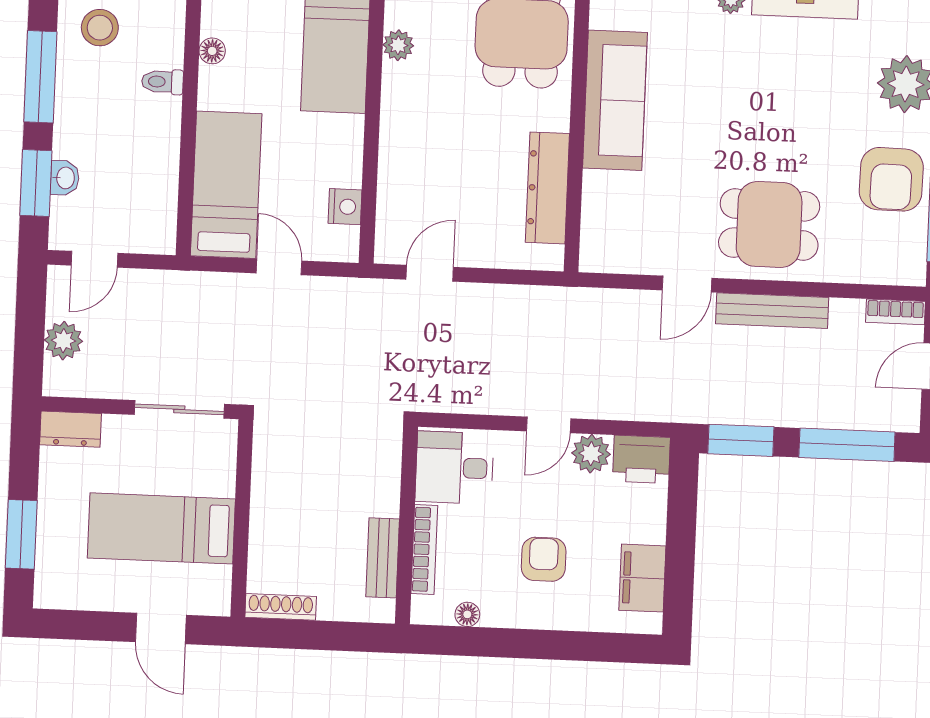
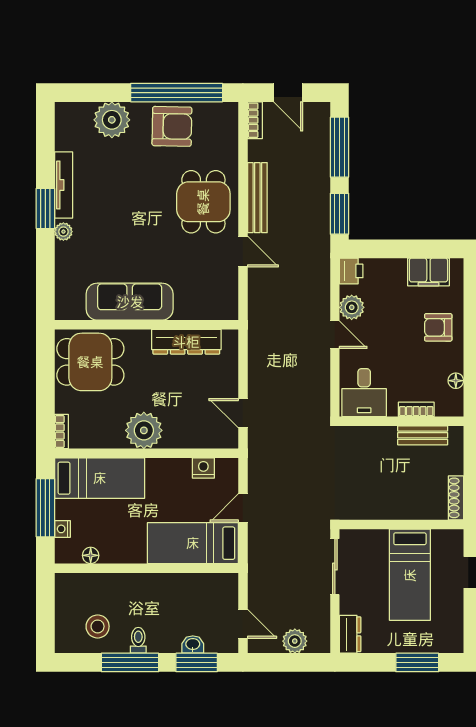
plant: (398, 45) -> (144, 430), moved, width x1.88, depth x1.88
floor lamp: (212, 51) -> (91, 555), moved
toilet: (163, 82) -> (138, 640), moved, turned 180
printer: (641, 459) -> (351, 271), width x0.73, depth x0.81
bookcase: (424, 549) -> (416, 409), width x0.64
armchair: (544, 559) -> (438, 327), moved

